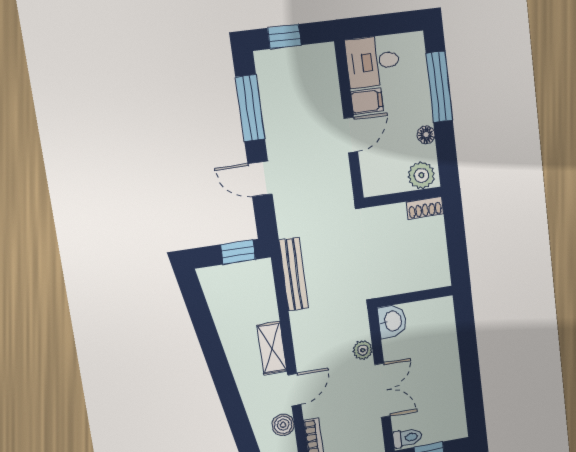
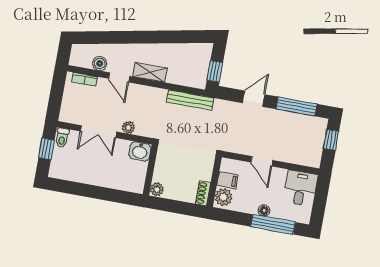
filing cabinet: (367, 101) -> (227, 180), moved, turned -90
floor lamp: (426, 135) -> (264, 211), moved
plant: (440, 277) -> (157, 189), added

